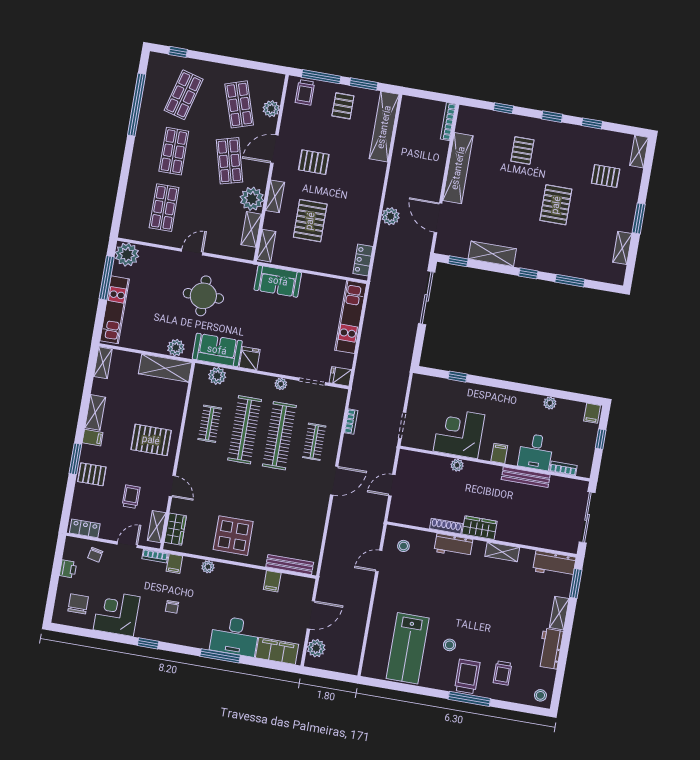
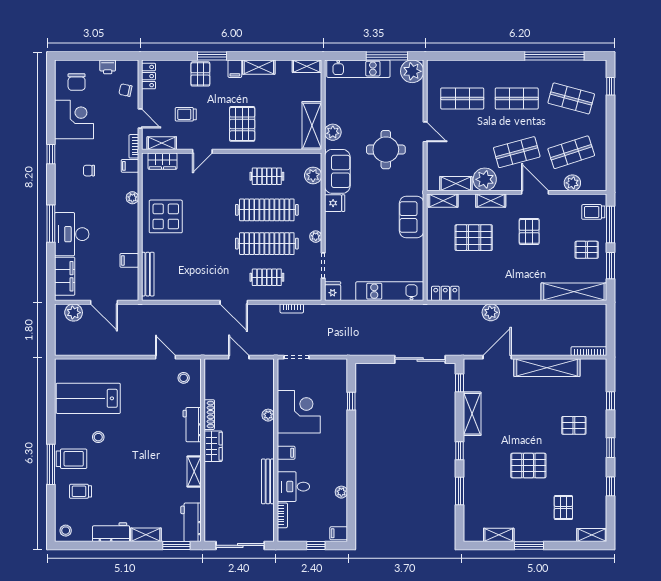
trolley: (131, 497) -> (186, 114), turned 180
chair: (78, 604) -> (77, 82), turned 90

